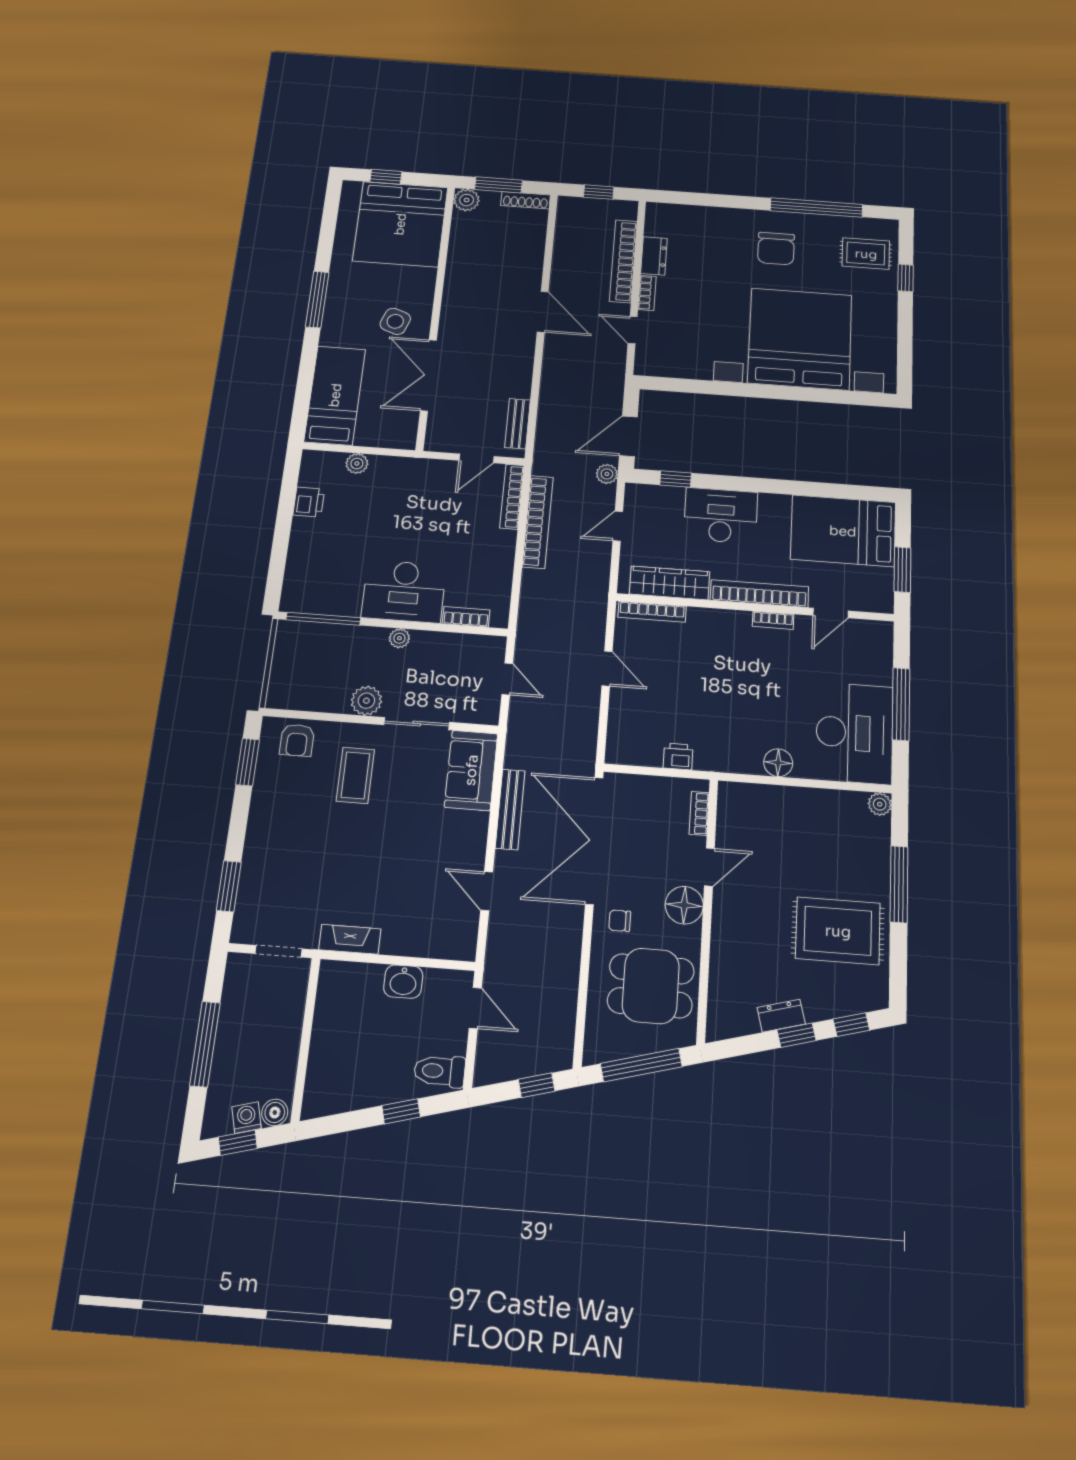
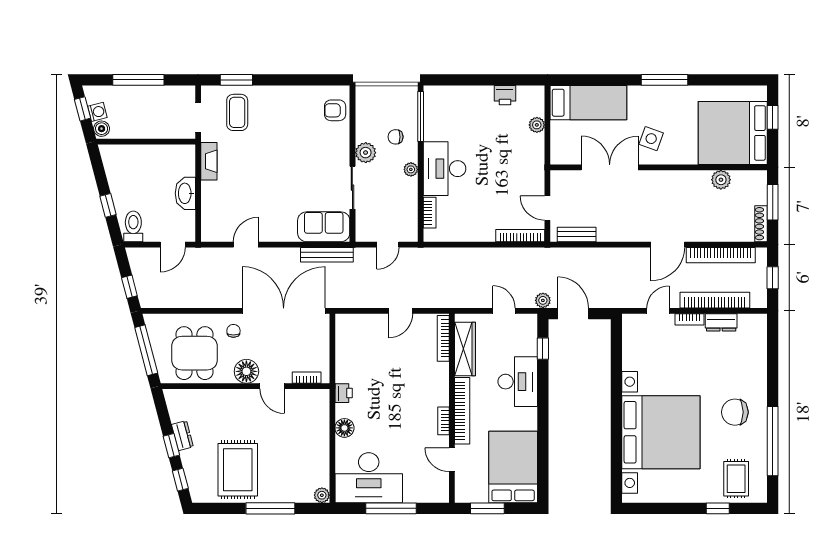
plant: (467, 200) -> (721, 180), moved
bookcase: (538, 522) -> (721, 255), moved
chair: (349, 656) -> (396, 137), added
printer: (678, 756) -> (344, 393), moved
window: (247, 762) -> (318, 80), removed
coffee table: (355, 775) -> (237, 112), moved, turned 90
bench: (510, 809) -> (327, 255), moved
washbasin: (403, 982) -> (185, 193), width x1.38

